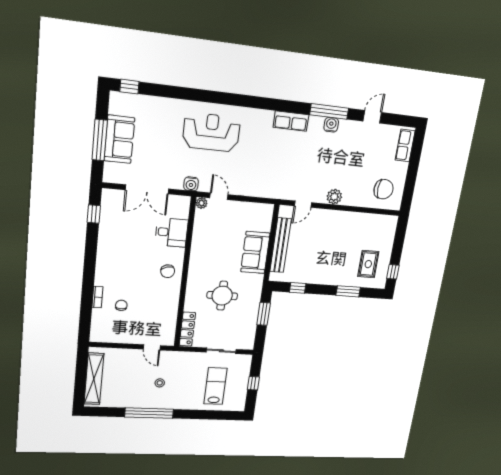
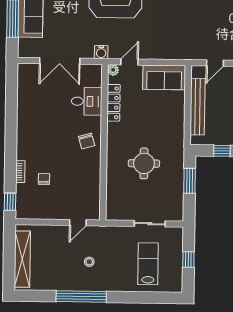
door: (219, 196) -> (129, 62), hinge flipped
window: (94, 214) -> (10, 202), moved
sofa: (255, 252) -> (164, 77), moved, turned -90
locker: (187, 329) -> (113, 103), moved
door: (152, 347) -> (78, 223), hinge flipped

